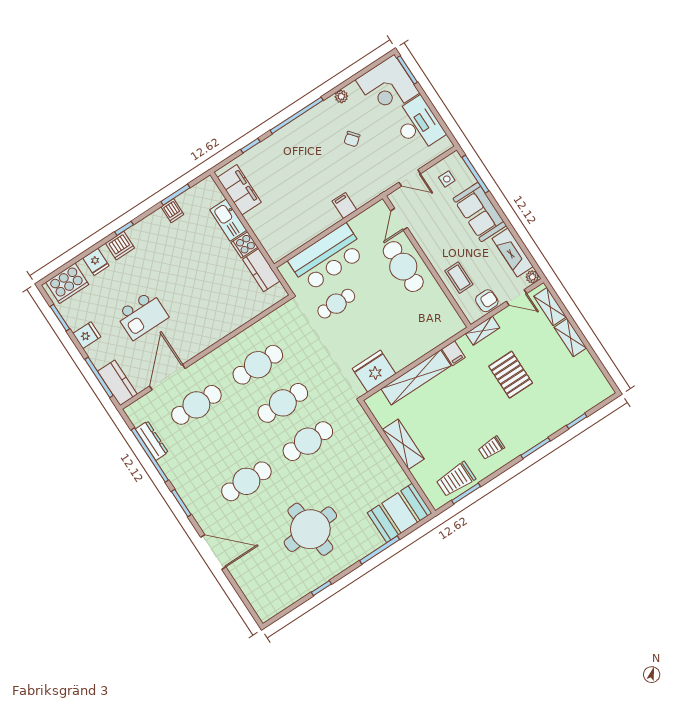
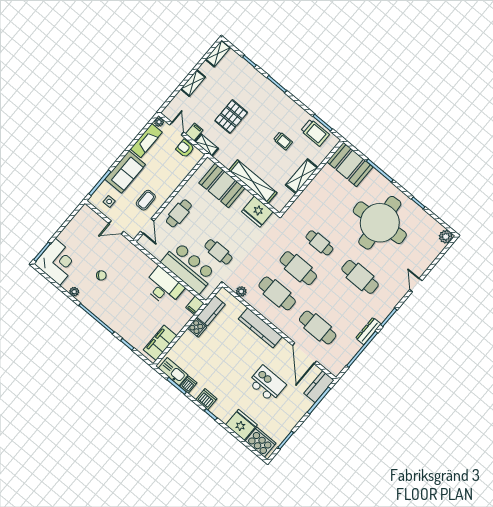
desk: (418, 125) -> (163, 287), moved, turned 90
door: (410, 178) -> (116, 227), swing flipped
filing cabinet: (344, 205) -> (195, 305), moved
door: (399, 219) -> (147, 226), hinge flipped
kitchen sink: (228, 220) -> (173, 372), moved, turned -90
dishwasher: (120, 246) -> (206, 399), moved
fridge: (96, 262) -> (241, 425), width x1.88, depth x1.34
cafe table: (403, 267) -> (179, 213), width x0.73, depth x0.74
coffee table: (459, 278) -> (146, 200), moved
shelving: (550, 307) -> (218, 53), moved
plant: (275, 318) -> (241, 291), added
kitchen counter: (219, 329) -> (260, 328), added
fridge: (87, 335) -> (292, 418), removed
booth: (423, 335) -> (222, 185), added
filing cabinet: (453, 353) -> (194, 132), moved
door: (167, 377) -> (305, 353), hinge flipped
dresser: (152, 441) -> (368, 331), moved
cafe table: (308, 441) -> (319, 243), width x0.73, depth x0.74
trolley: (491, 448) -> (283, 141), moved
round table: (310, 529) -> (380, 223), width x1.36, depth x1.36
door: (213, 552) -> (416, 285), width x0.53
plant: (266, 611) -> (446, 237), added

